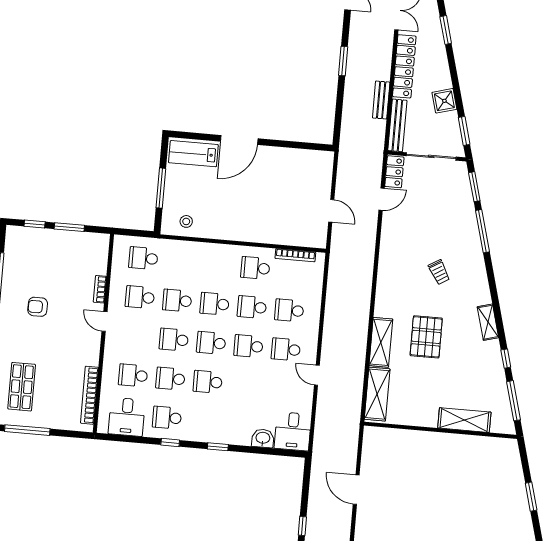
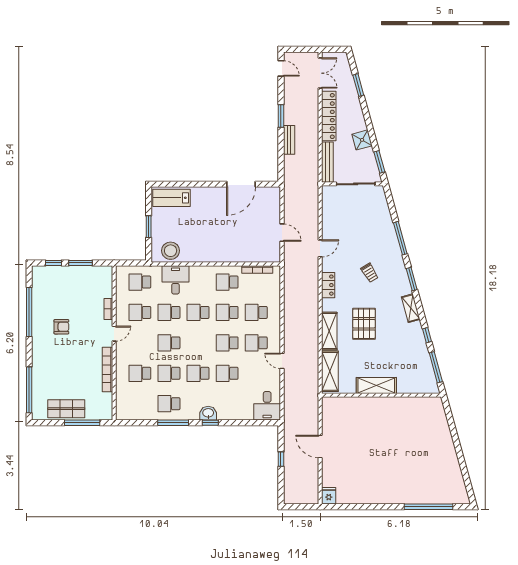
bench: (381, 100) -> (289, 140), moved
door: (239, 140) -> (241, 184), moved
locker: (394, 172) -> (328, 285), moved
window: (474, 187) -> (412, 279), moved
window: (161, 188) -> (149, 227), width x0.69
door: (382, 199) -> (320, 248), moved
stool: (186, 221) -> (171, 251), width x1.89, depth x1.89
armchair: (38, 307) -> (61, 327), turned 180
door: (104, 321) -> (114, 334), swing flipped
school desk: (211, 343) -> (227, 373), moved
shop shelf: (22, 387) -> (66, 409), moved, turned 90
bookcase: (89, 395) -> (107, 370), moved
desk: (127, 417) -> (175, 280), moved, turned 180
shelving: (464, 420) -> (376, 386), moved
window: (27, 430) -> (82, 423), moved
washbasin: (263, 438) -> (208, 413), moved
window: (170, 443) -> (173, 423), width x2.17
window: (531, 497) -> (456, 440), removed
window: (302, 526) -> (281, 459), moved

